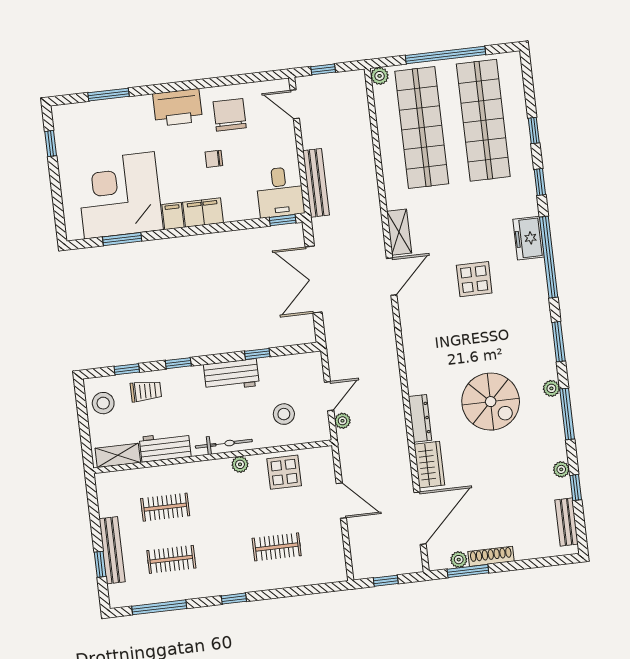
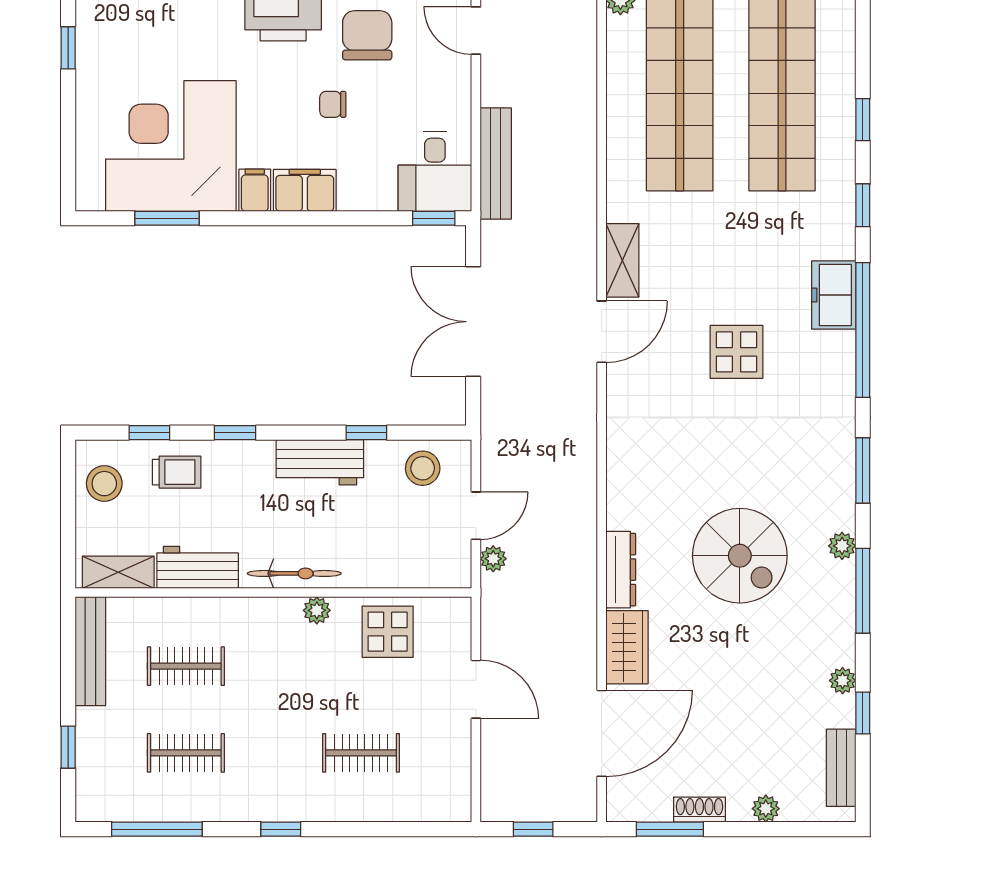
stool: (284, 414) -> (423, 468), moved
bench: (112, 550) -> (90, 651), moved
shoe rack: (491, 556) -> (699, 810), width x0.70
plant: (459, 560) -> (766, 809), moved

